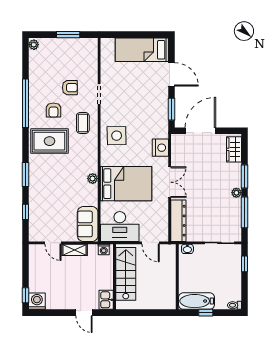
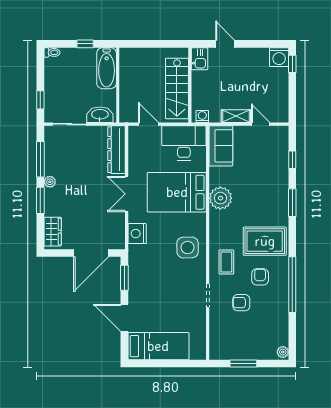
plant: (93, 179) -> (220, 198), width x1.87, depth x1.87
washbasin: (187, 249) -> (100, 115), width x1.91, depth x1.45
bathtub: (196, 301) -> (107, 68), moved, turned 90

